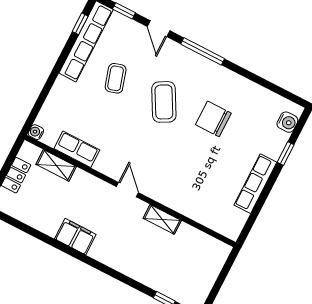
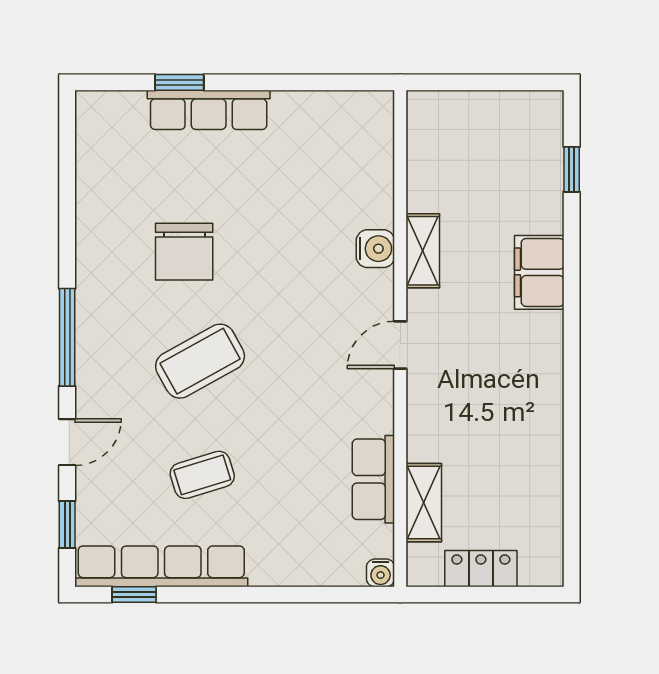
water cooler: (287, 122) -> (375, 249), moved, turned 90
row of seats: (255, 184) -> (209, 110), moved
filing cabinet: (75, 237) -> (539, 272), moved

